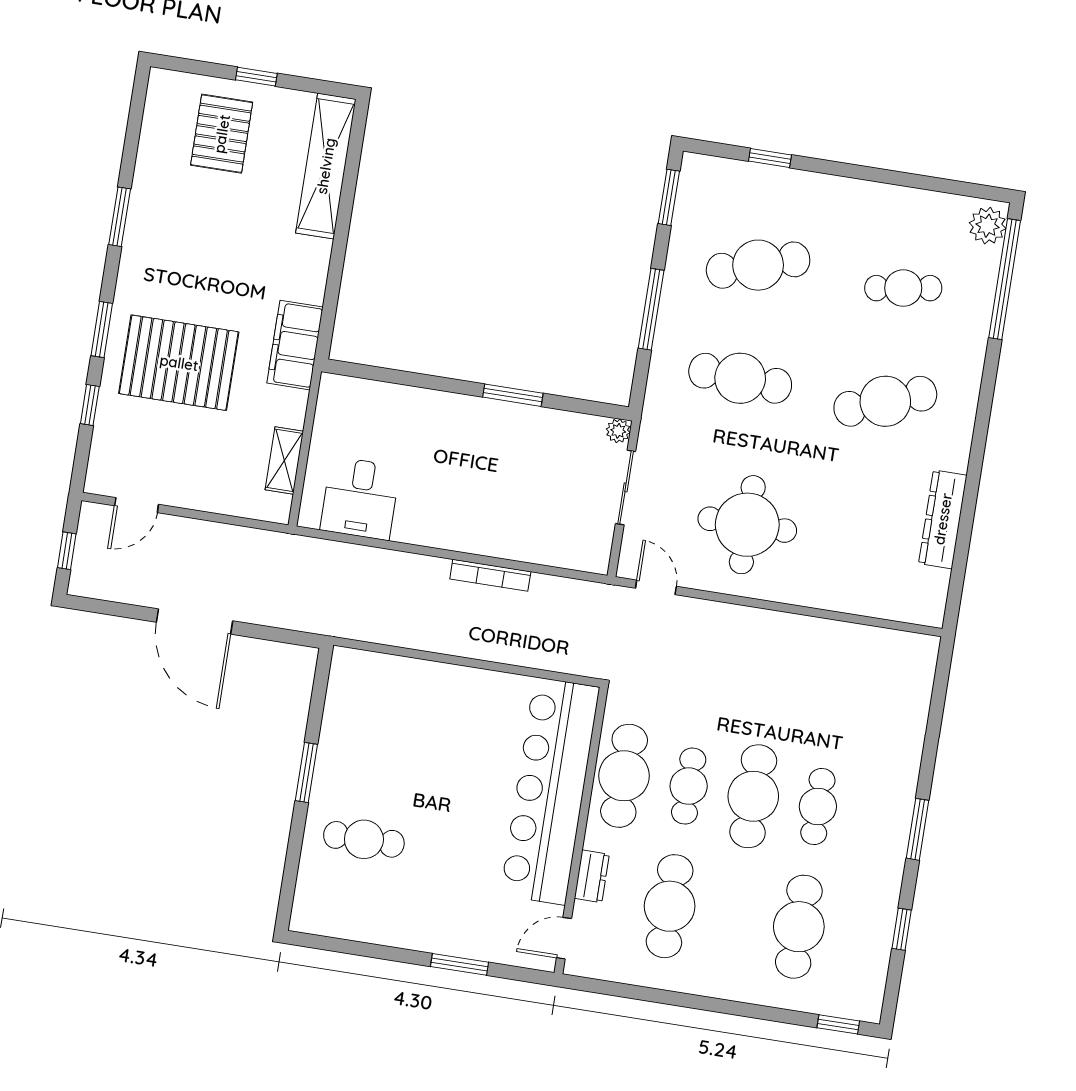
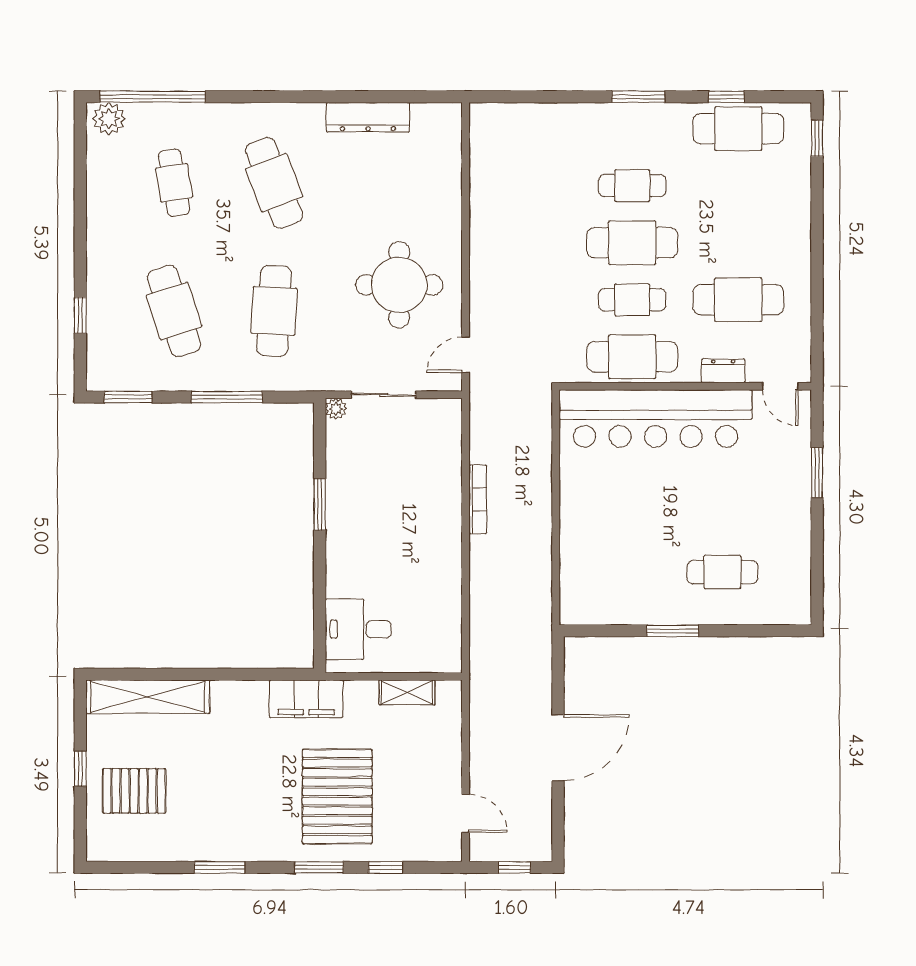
desk: (360, 498) -> (358, 629), moved, turned 180
cafe table: (364, 839) -> (722, 572), turned 90
cafe table: (799, 927) -> (738, 129), moved

